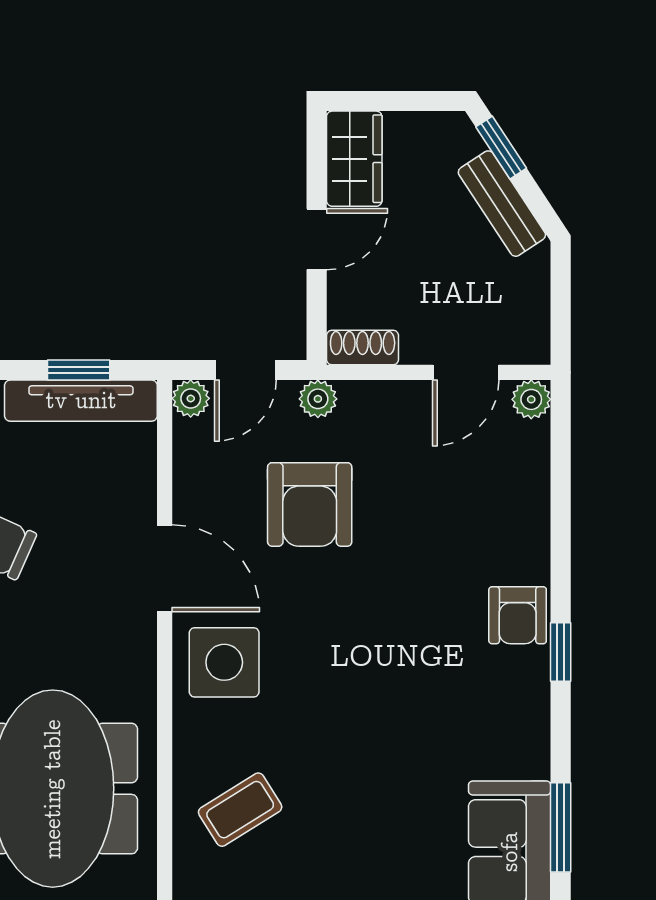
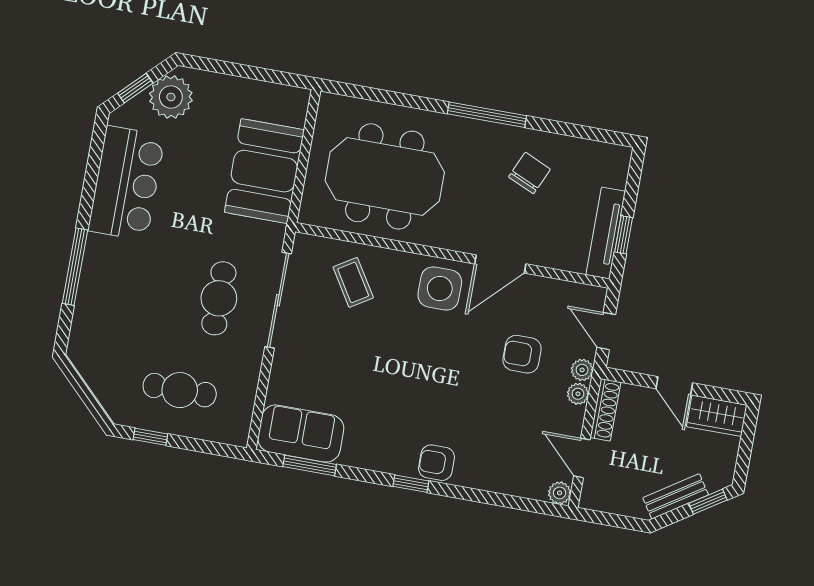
shoe rack: (363, 348) -> (605, 410), width x1.43
plant: (191, 398) -> (578, 394), moved
armchair: (310, 504) -> (522, 354), width x0.72, depth x0.72

